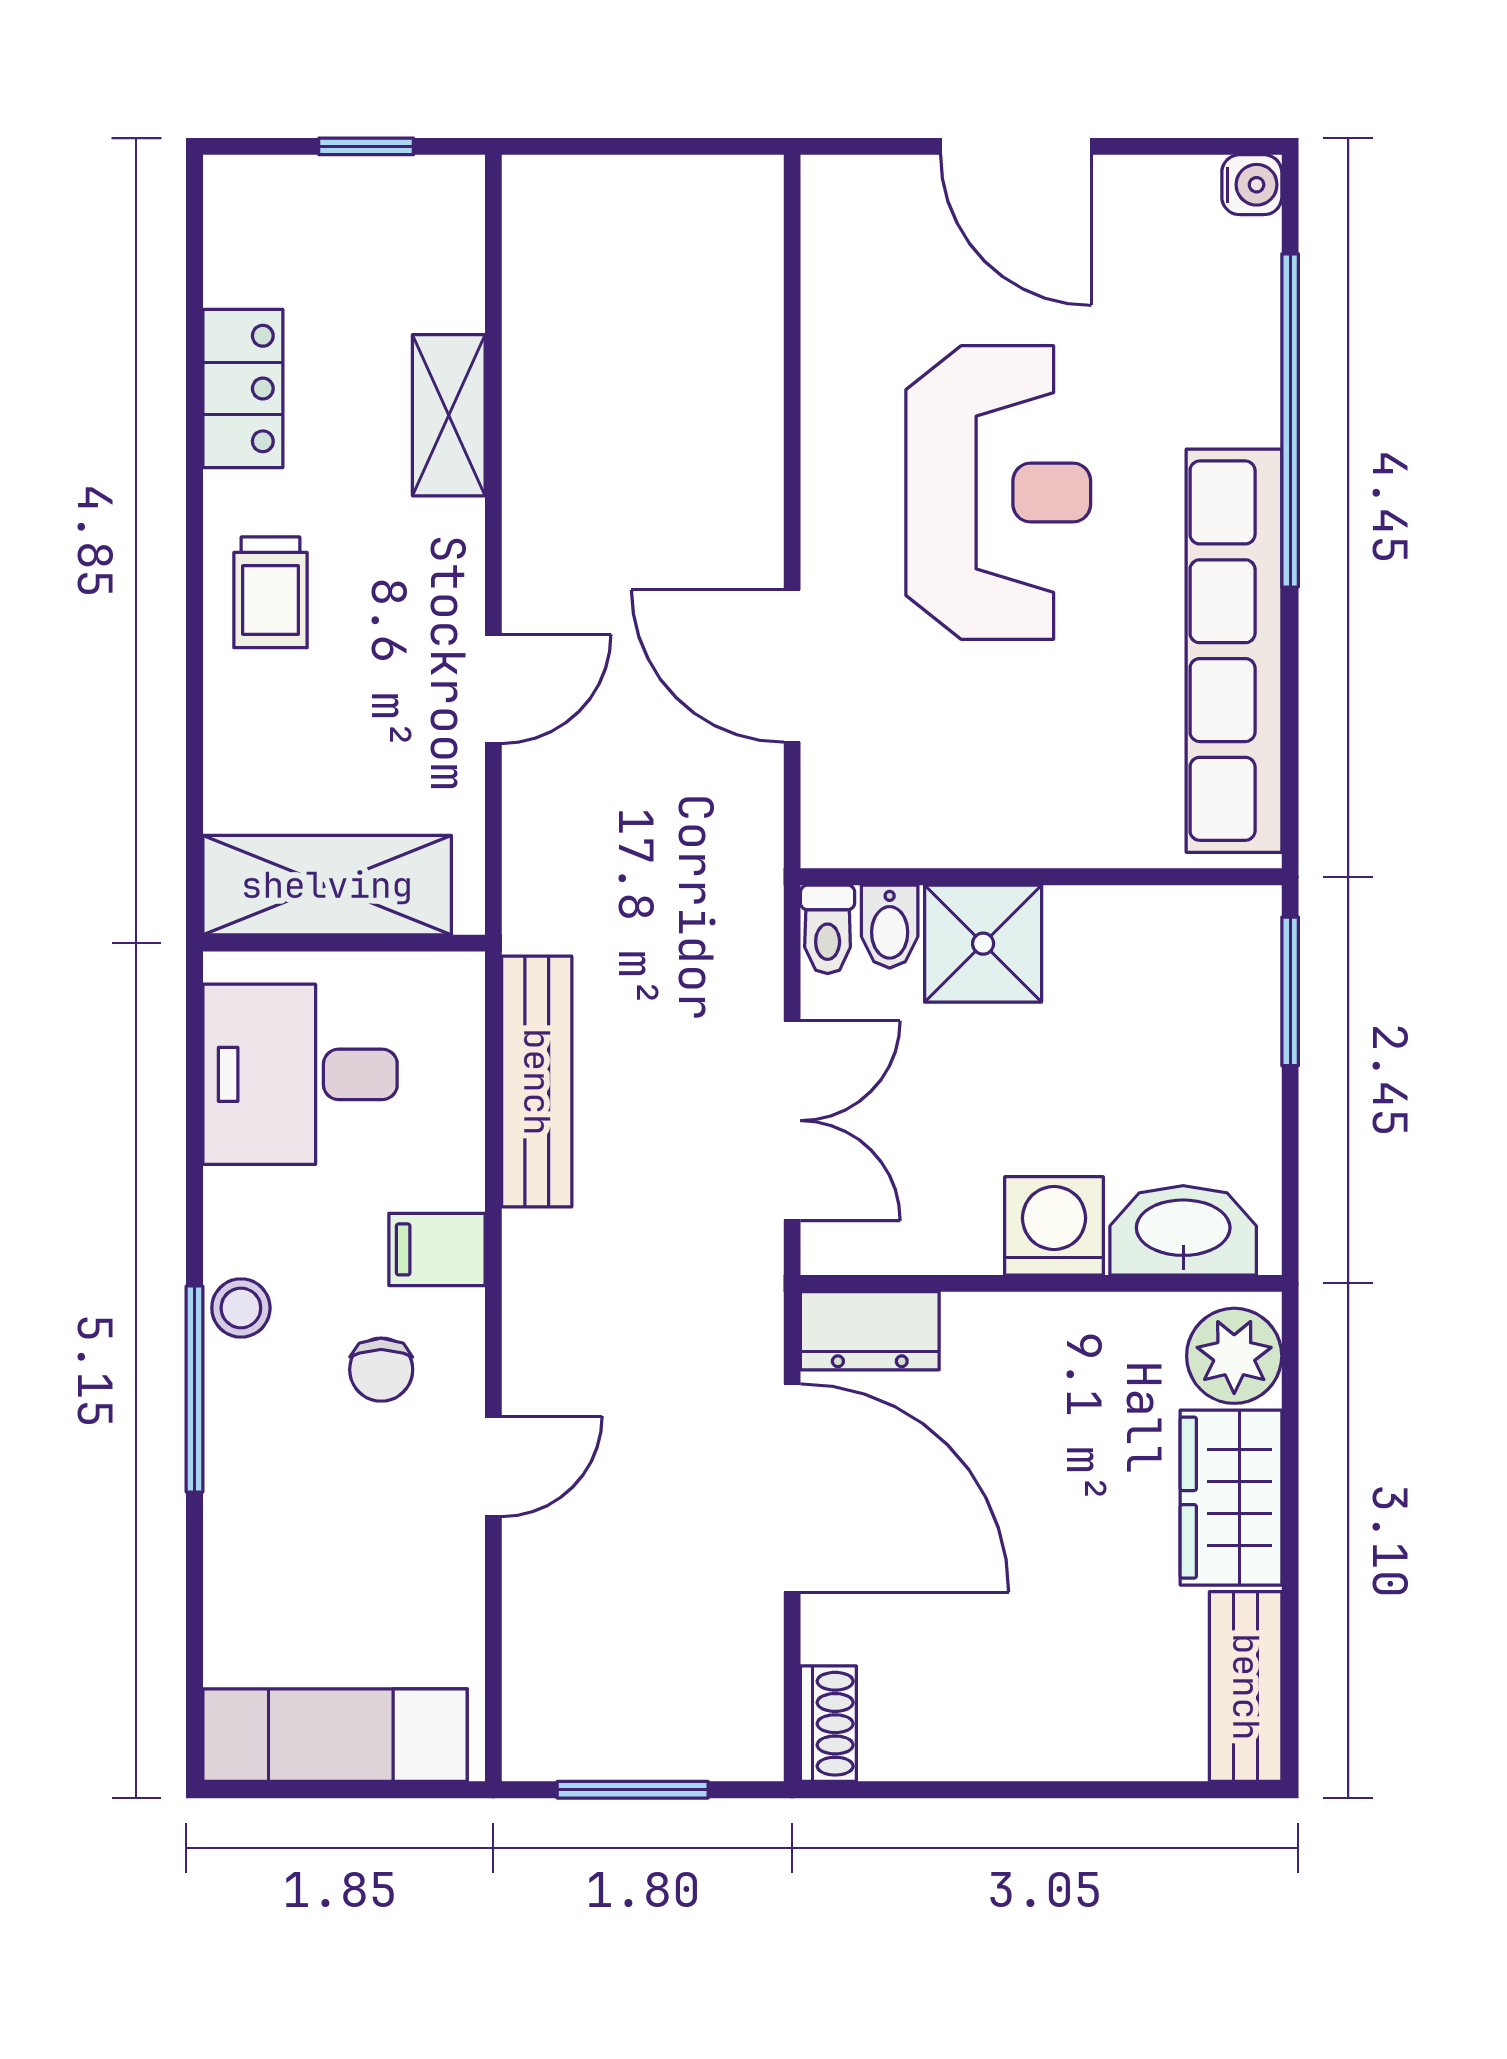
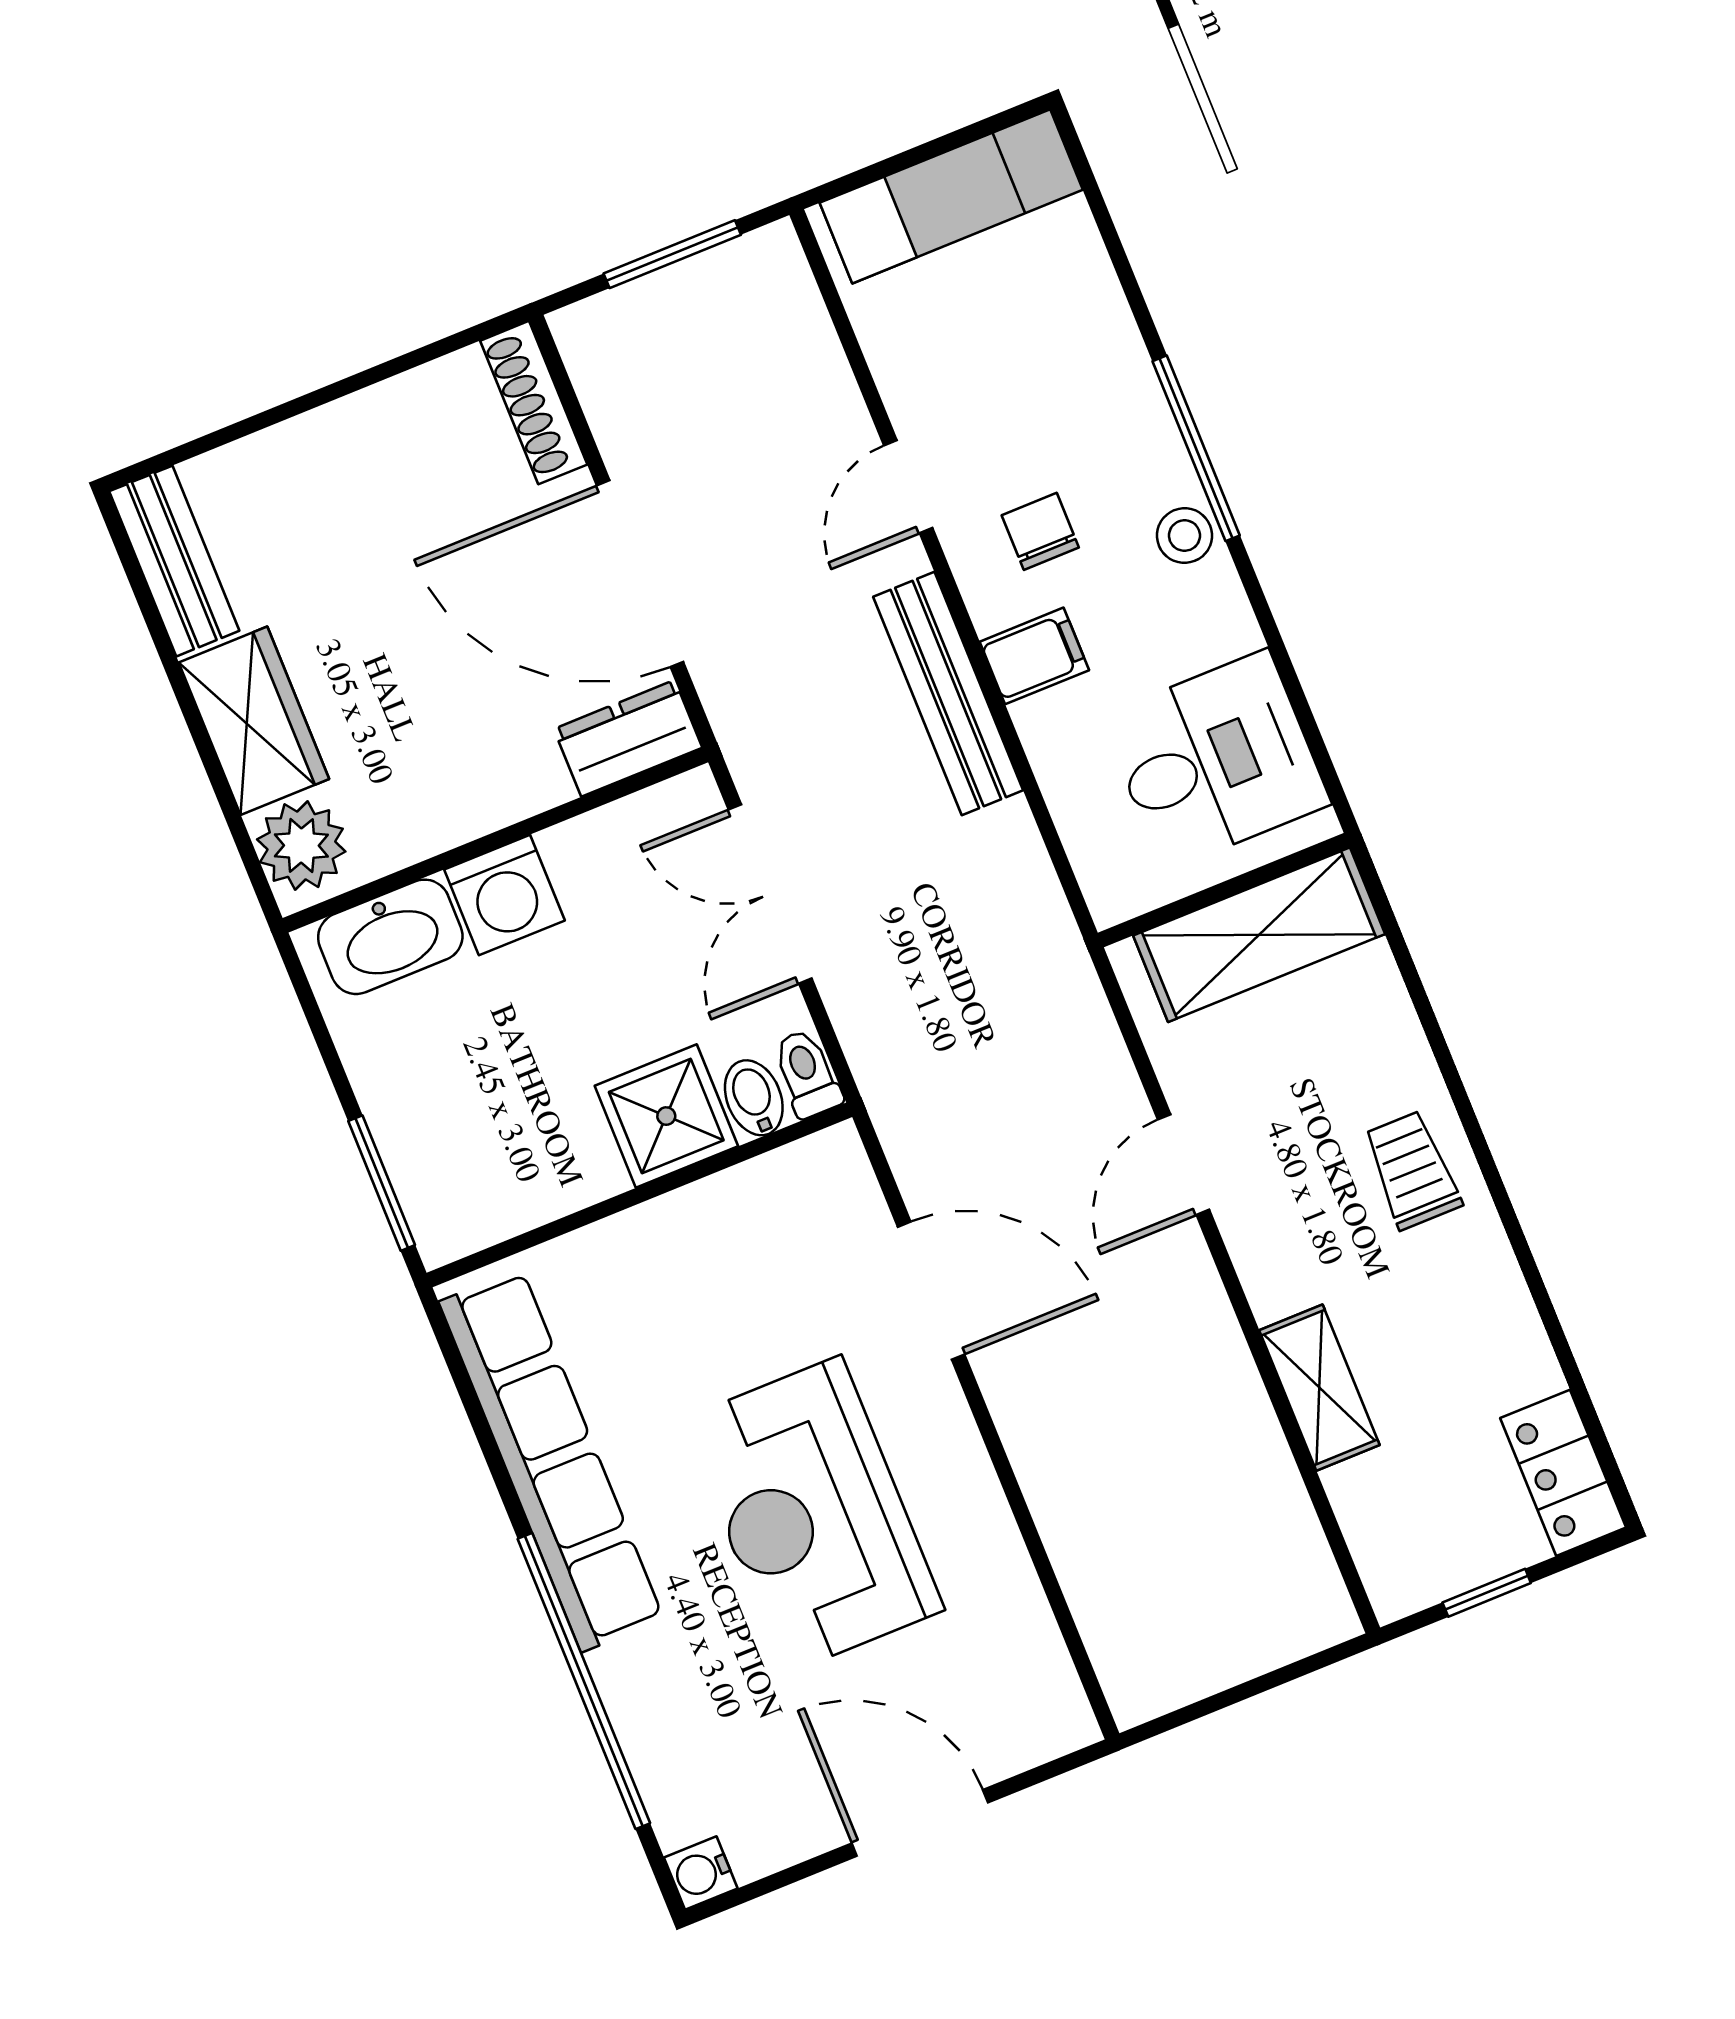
locker: (243, 389) -> (1563, 1473), moved
bench: (537, 1082) -> (948, 693), moved
shoe rack: (828, 1724) -> (534, 403), width x1.43

